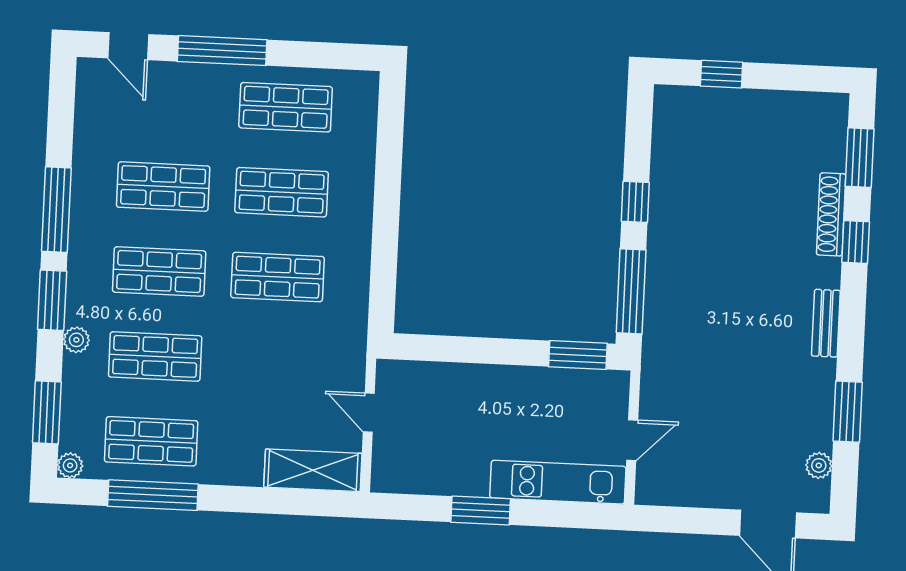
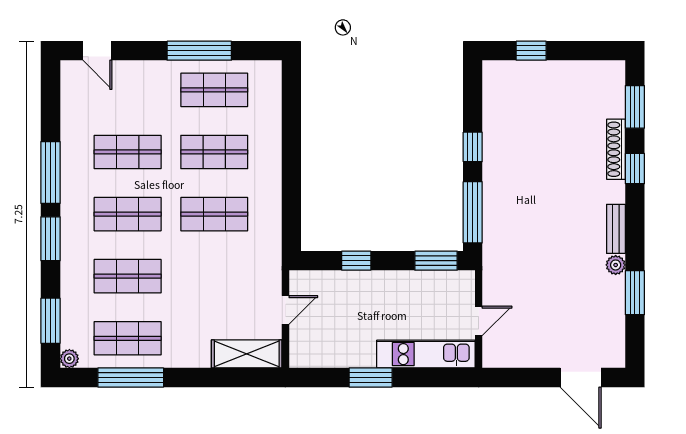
window: (222, 51) -> (199, 51), moved
plant: (76, 340) -> (70, 267), removed
window: (469, 350) -> (356, 261), added
door: (369, 413) -> (285, 310), swing flipped
plant: (819, 465) -> (616, 265), moved

